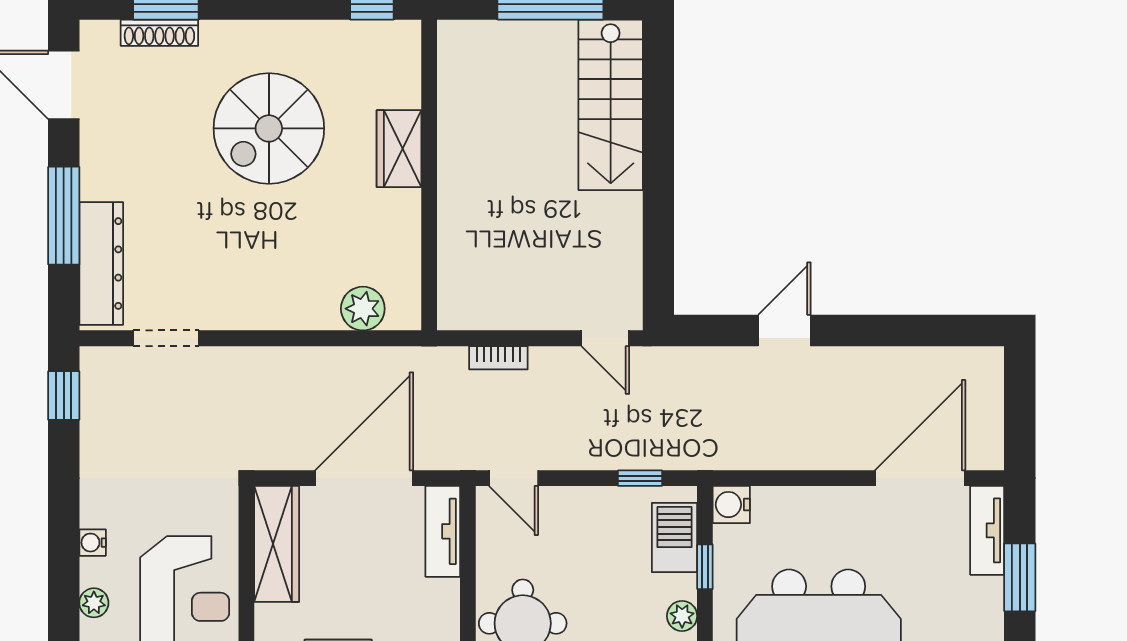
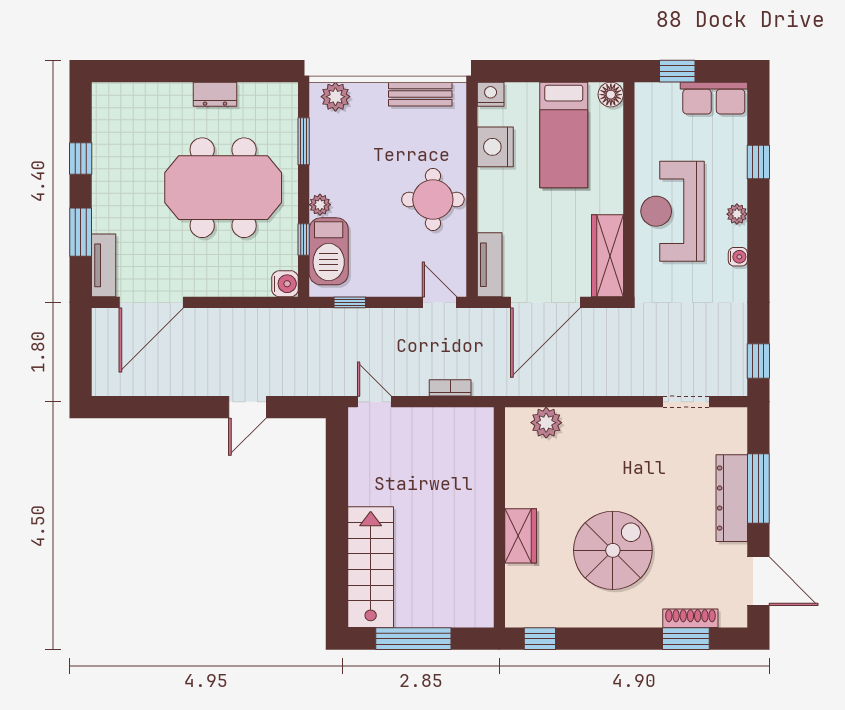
dresser: (101, 263) -> (732, 498), moved
barbecue: (675, 537) -> (329, 251), width x1.37, depth x1.21

